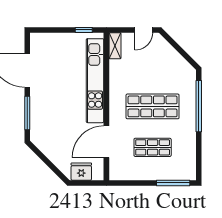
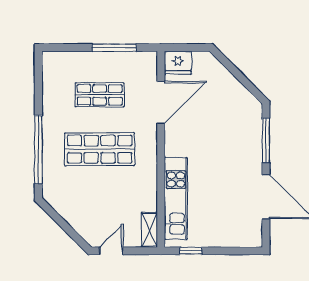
kitchen unit: (95, 81) -> (176, 198), width x0.73
fridge: (81, 172) -> (178, 63), moved
window: (173, 183) -> (114, 48), moved

